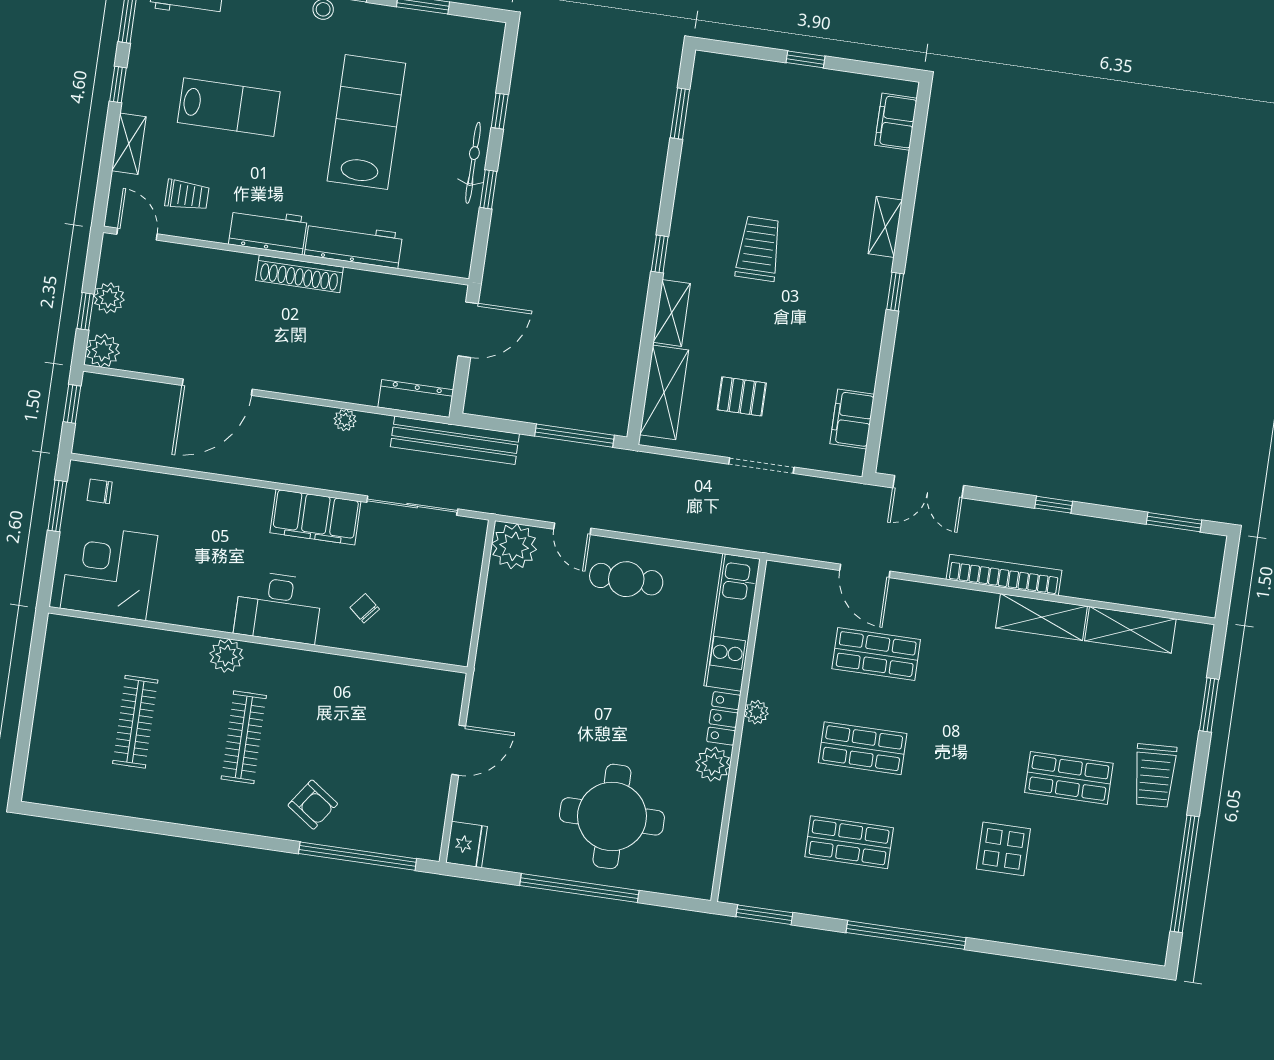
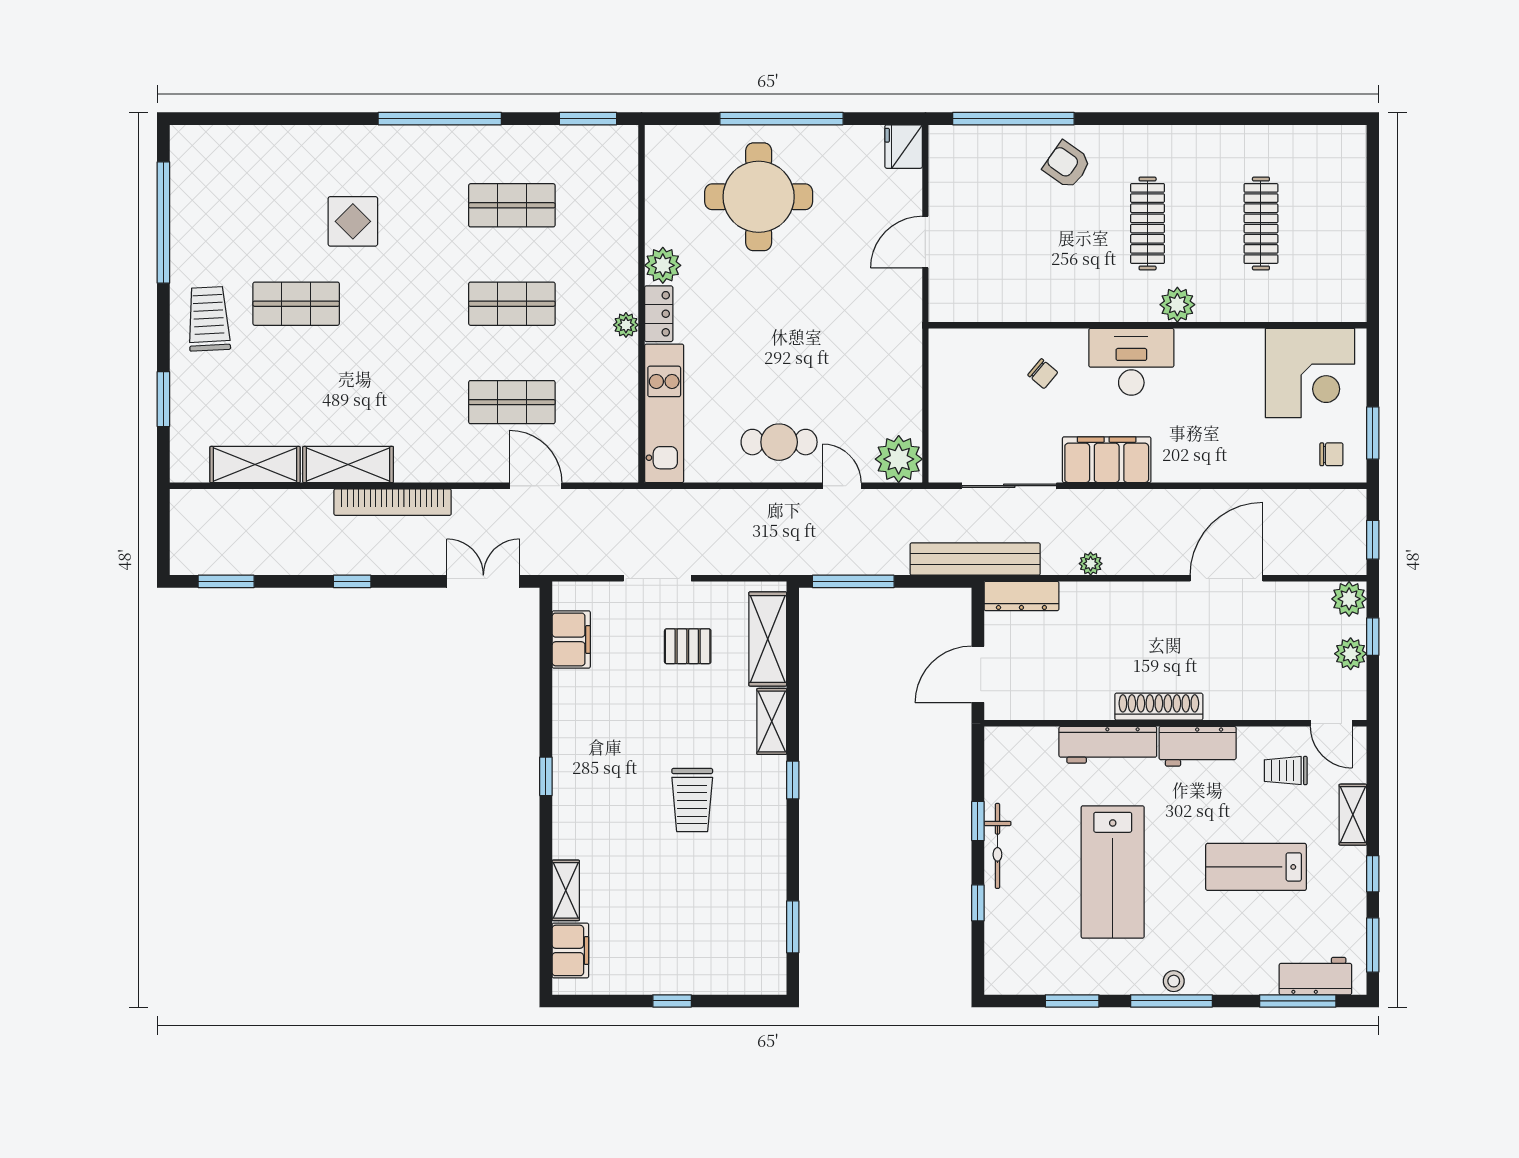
shelving: (885, 227) -> (566, 890), moved

